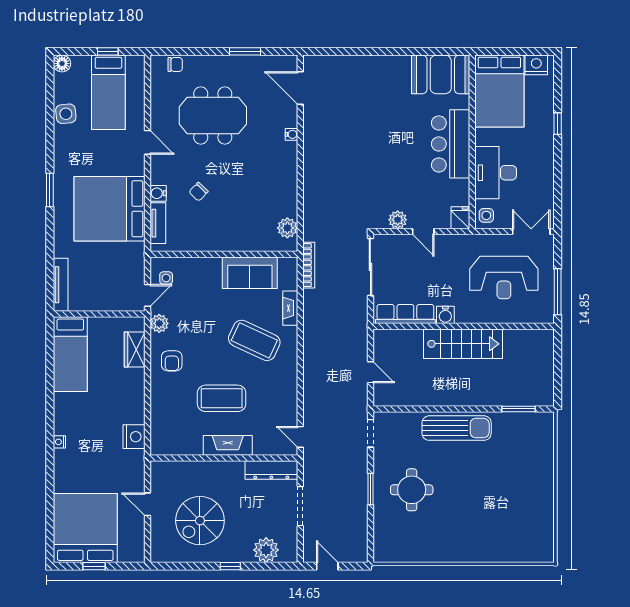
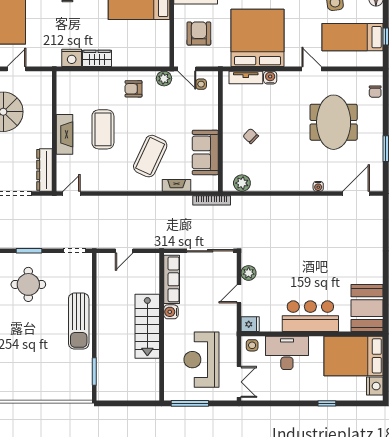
door: (147, 142) -> (312, 69), swing flipped
chair: (199, 192) -> (251, 136), moved
armchair: (104, 281) -> (199, 34), added
wardrobe: (135, 350) -> (97, 58), moved

